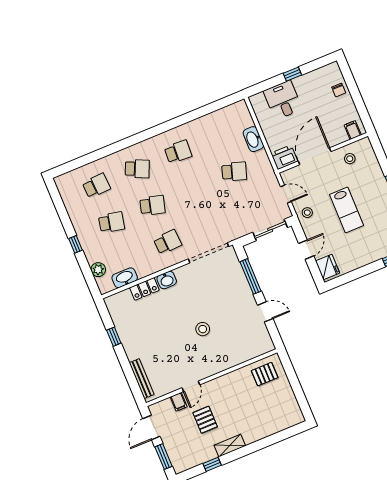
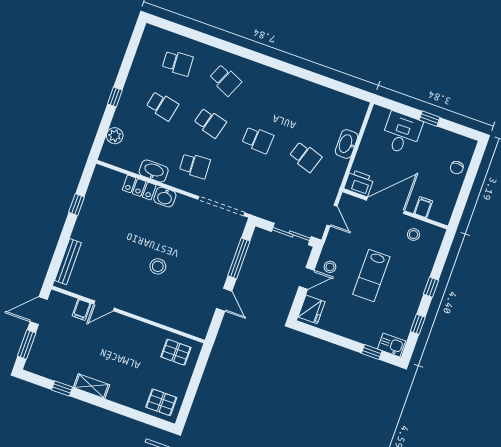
filing cabinet: (353, 130) -> (423, 207), moved
school desk: (178, 152) -> (258, 140), moved
stool: (307, 213) -> (330, 267), moved
washbasin: (125, 278) -> (154, 171), moved
pallet: (205, 420) -> (161, 402), moved, turned 90

